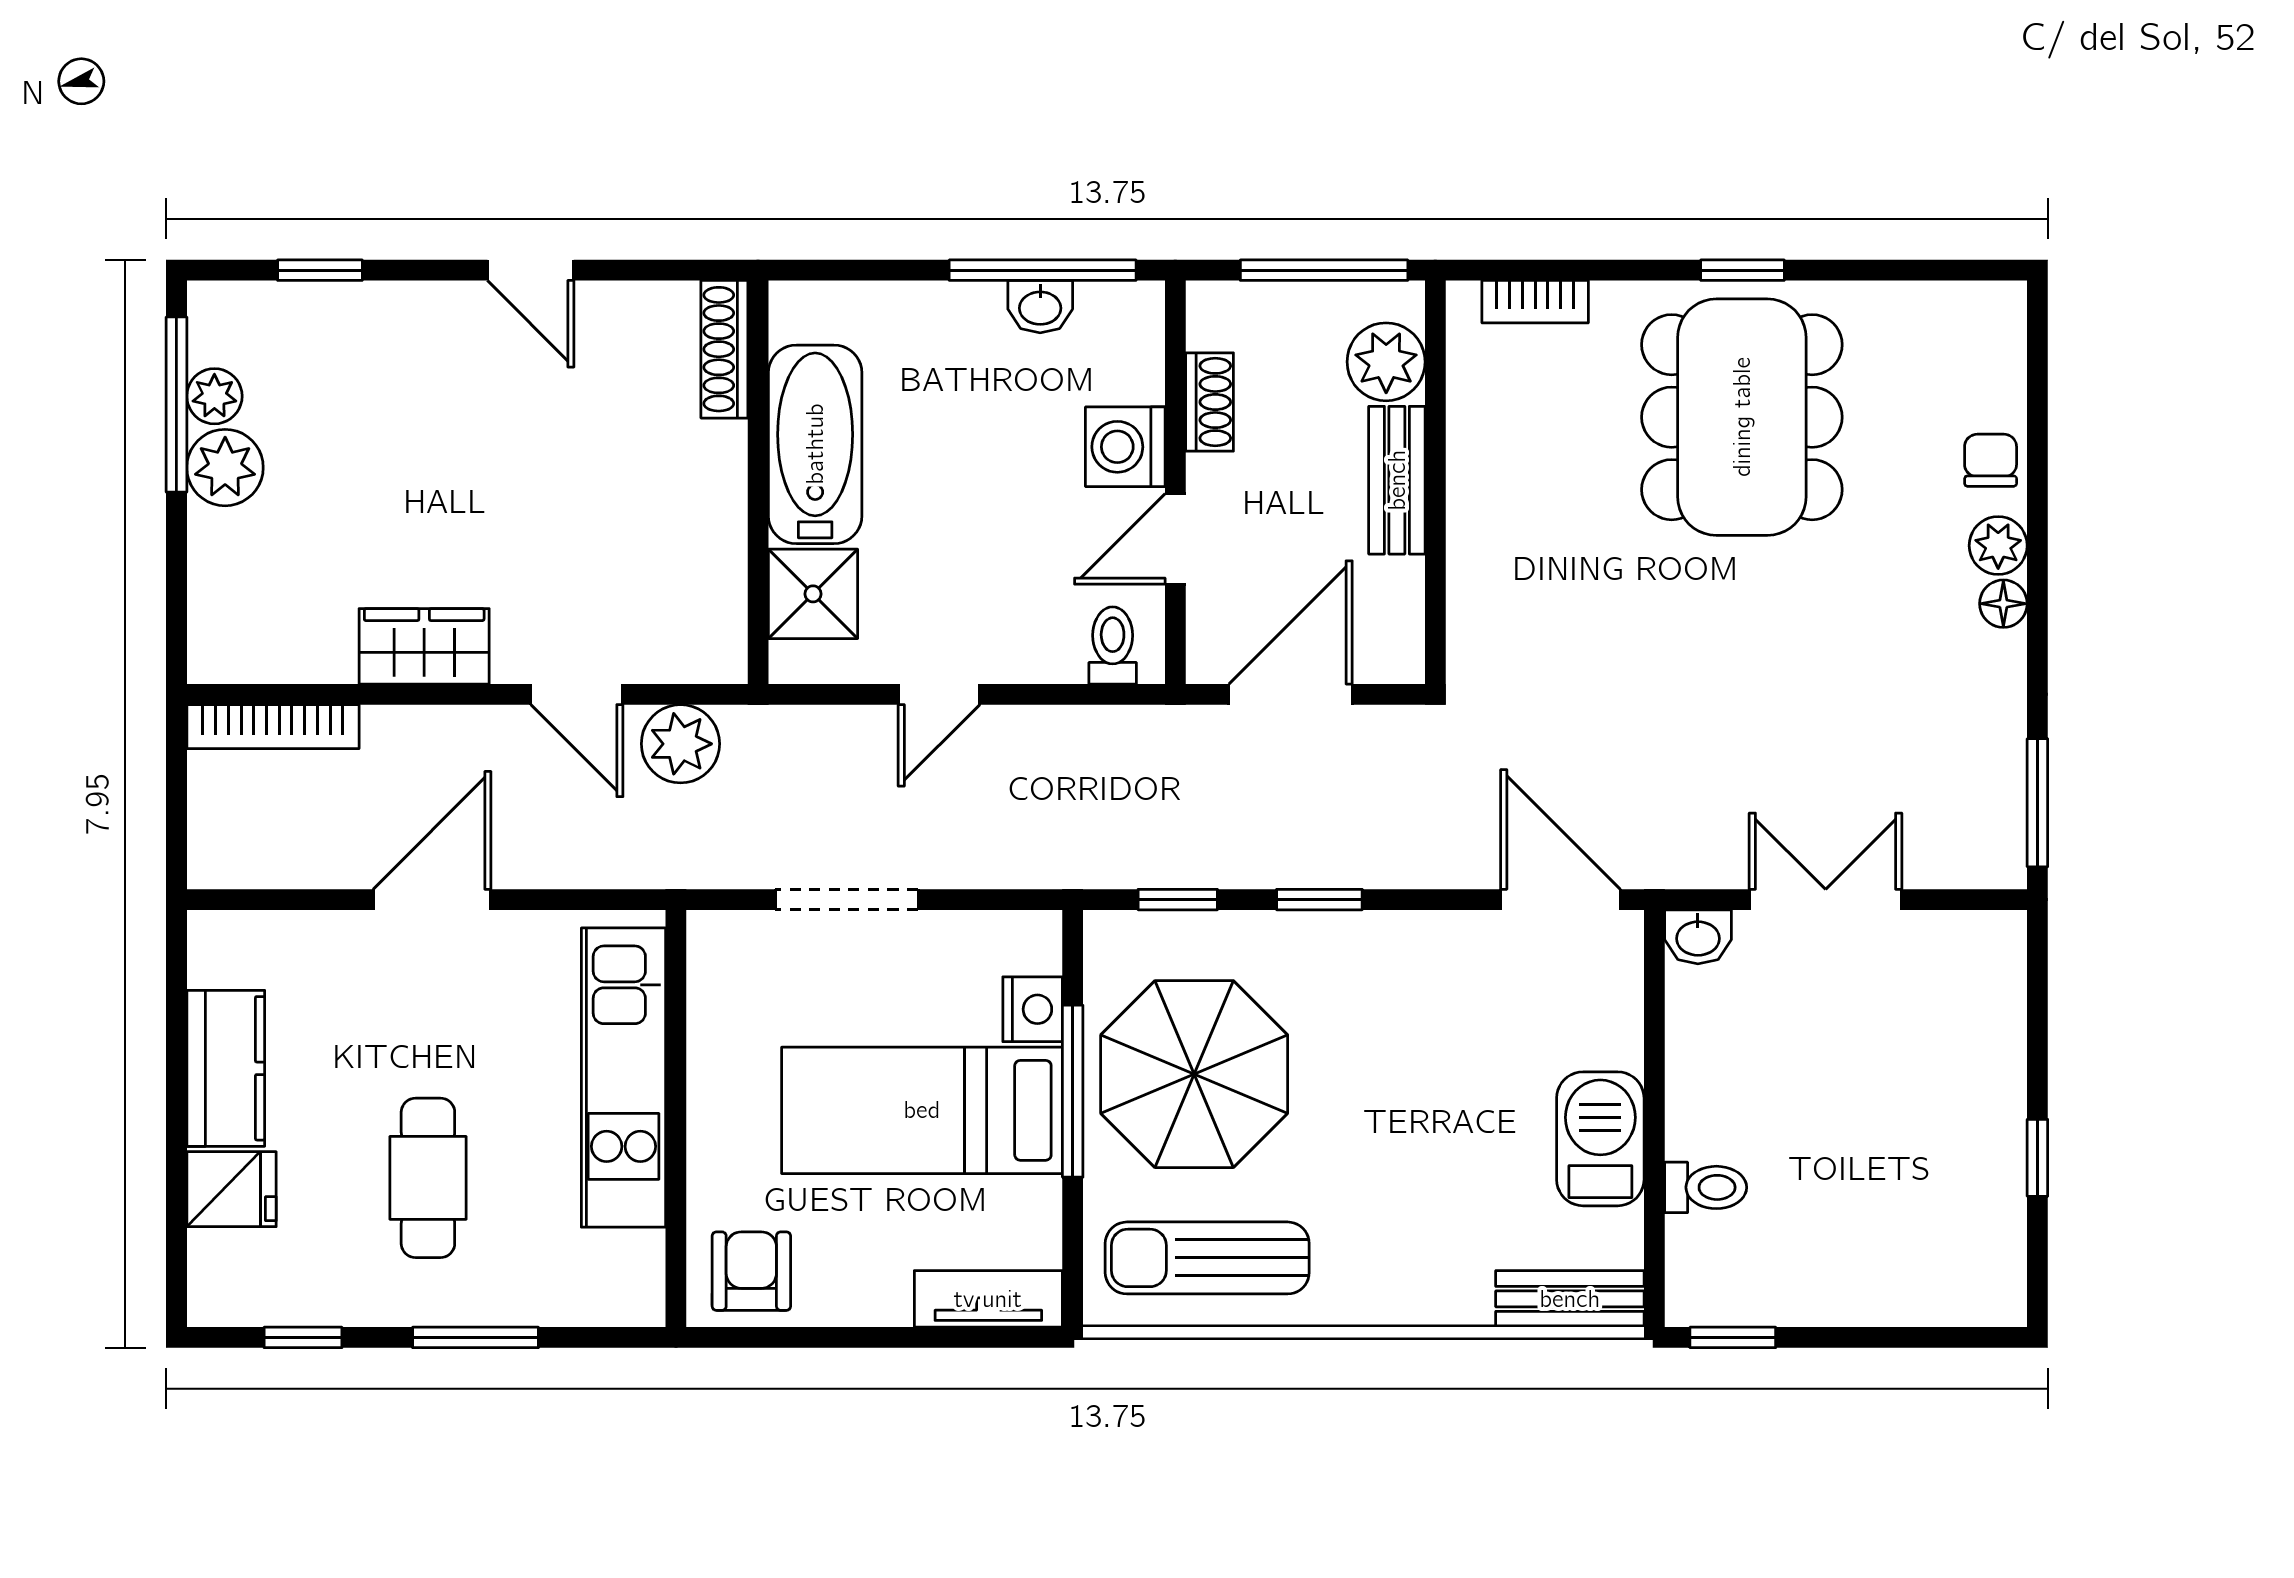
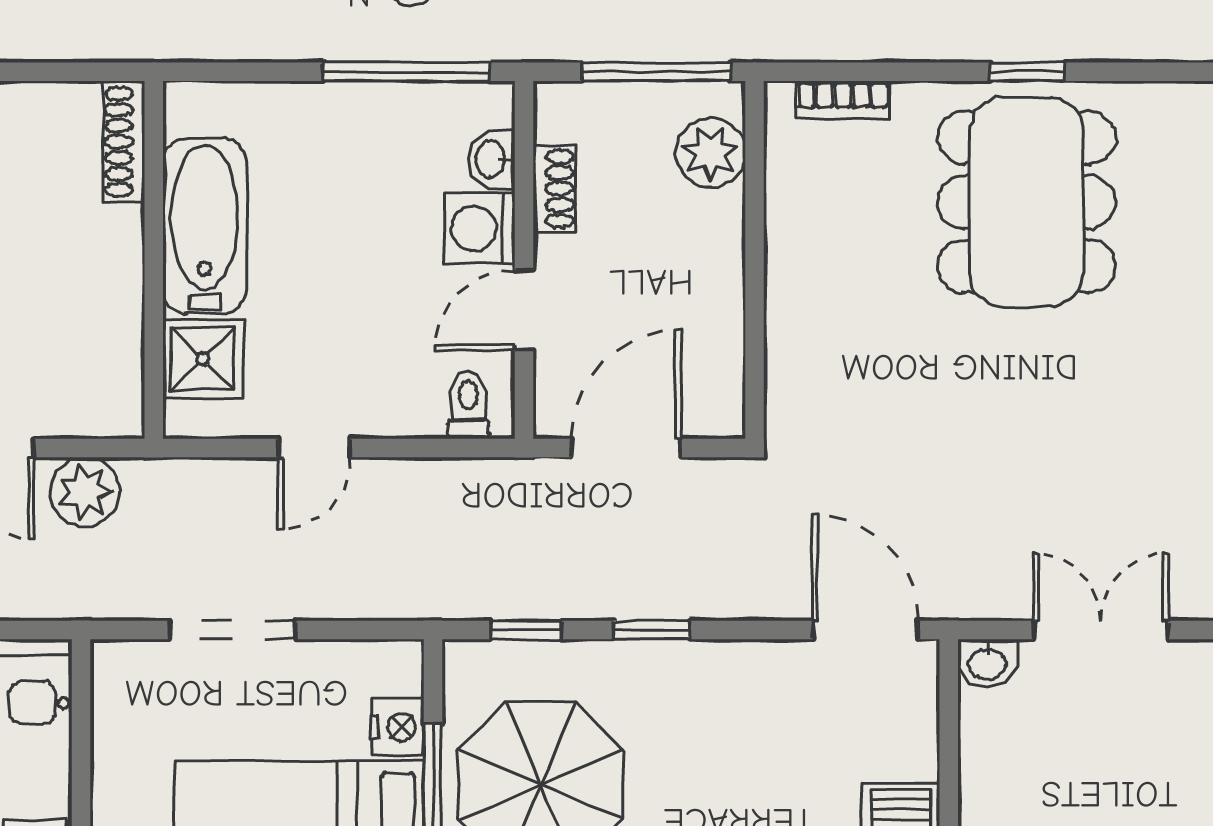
washbasin: (1040, 307) -> (492, 159), moved, turned 90
bench: (1397, 480) -> (720, 258), removed

